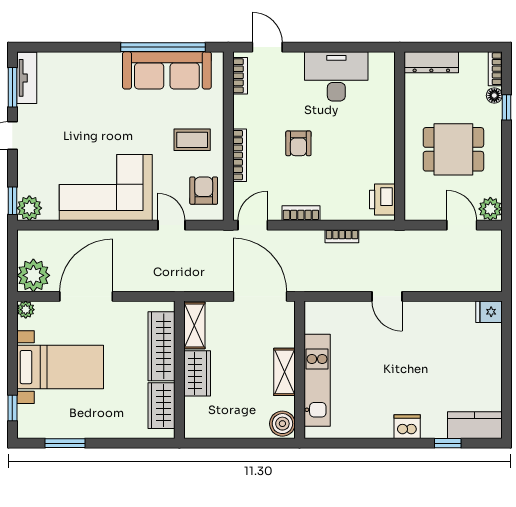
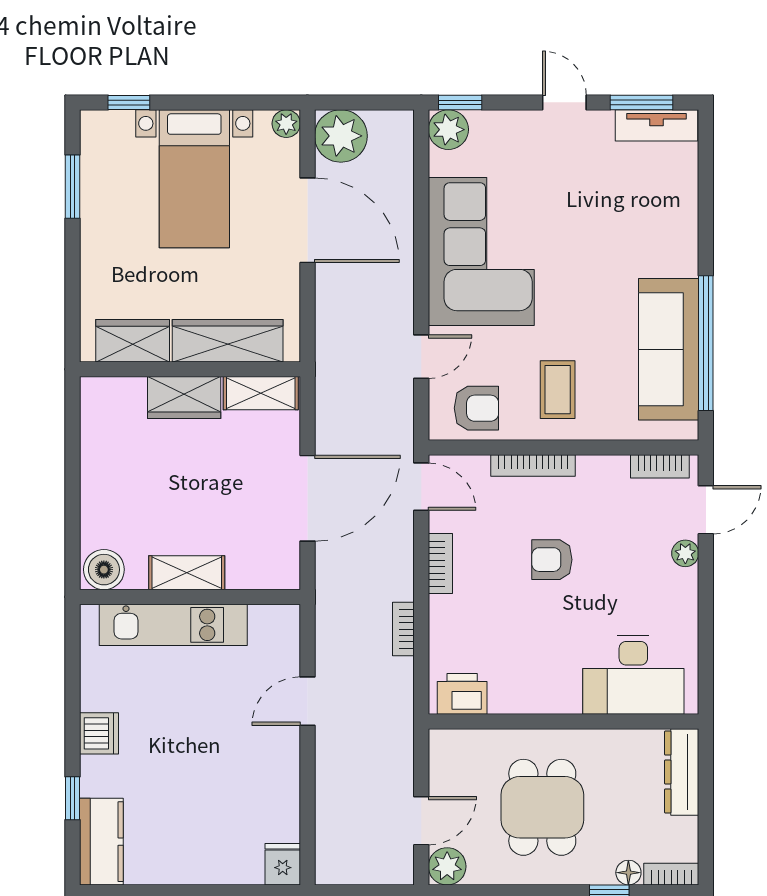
plant: (295, 60) -> (685, 553), added
desk: (336, 76) -> (633, 675), moved, turned 90
wall: (300, 370) -> (190, 597), moved
shelving: (284, 372) -> (187, 573), moved
kitchen unit: (317, 380) -> (173, 625), moved
boiler: (282, 424) -> (104, 570), moved

